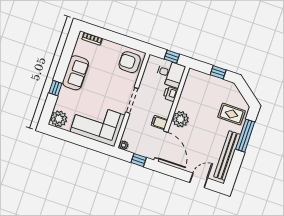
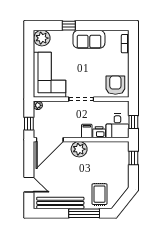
window: (218, 72) -> (133, 158), moved
filing cabinet: (159, 123) -> (87, 131), moved

